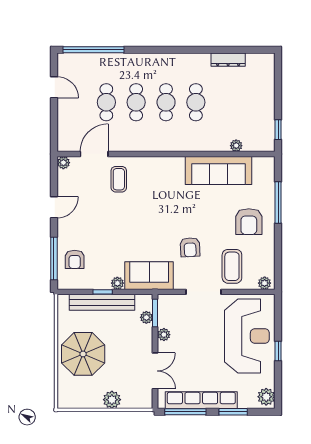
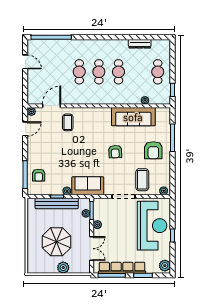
cafe table: (106, 102) -> (158, 72), moved
door: (54, 207) -> (25, 129), moved
armchair: (190, 247) -> (115, 152), moved
parasol: (83, 354) -> (57, 242), moved

